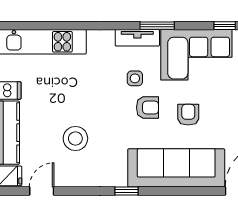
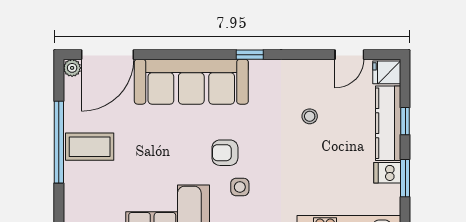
armchair: (188, 115) -> (177, 144), removed
stool: (75, 138) -> (310, 116), width x0.53, depth x0.53

